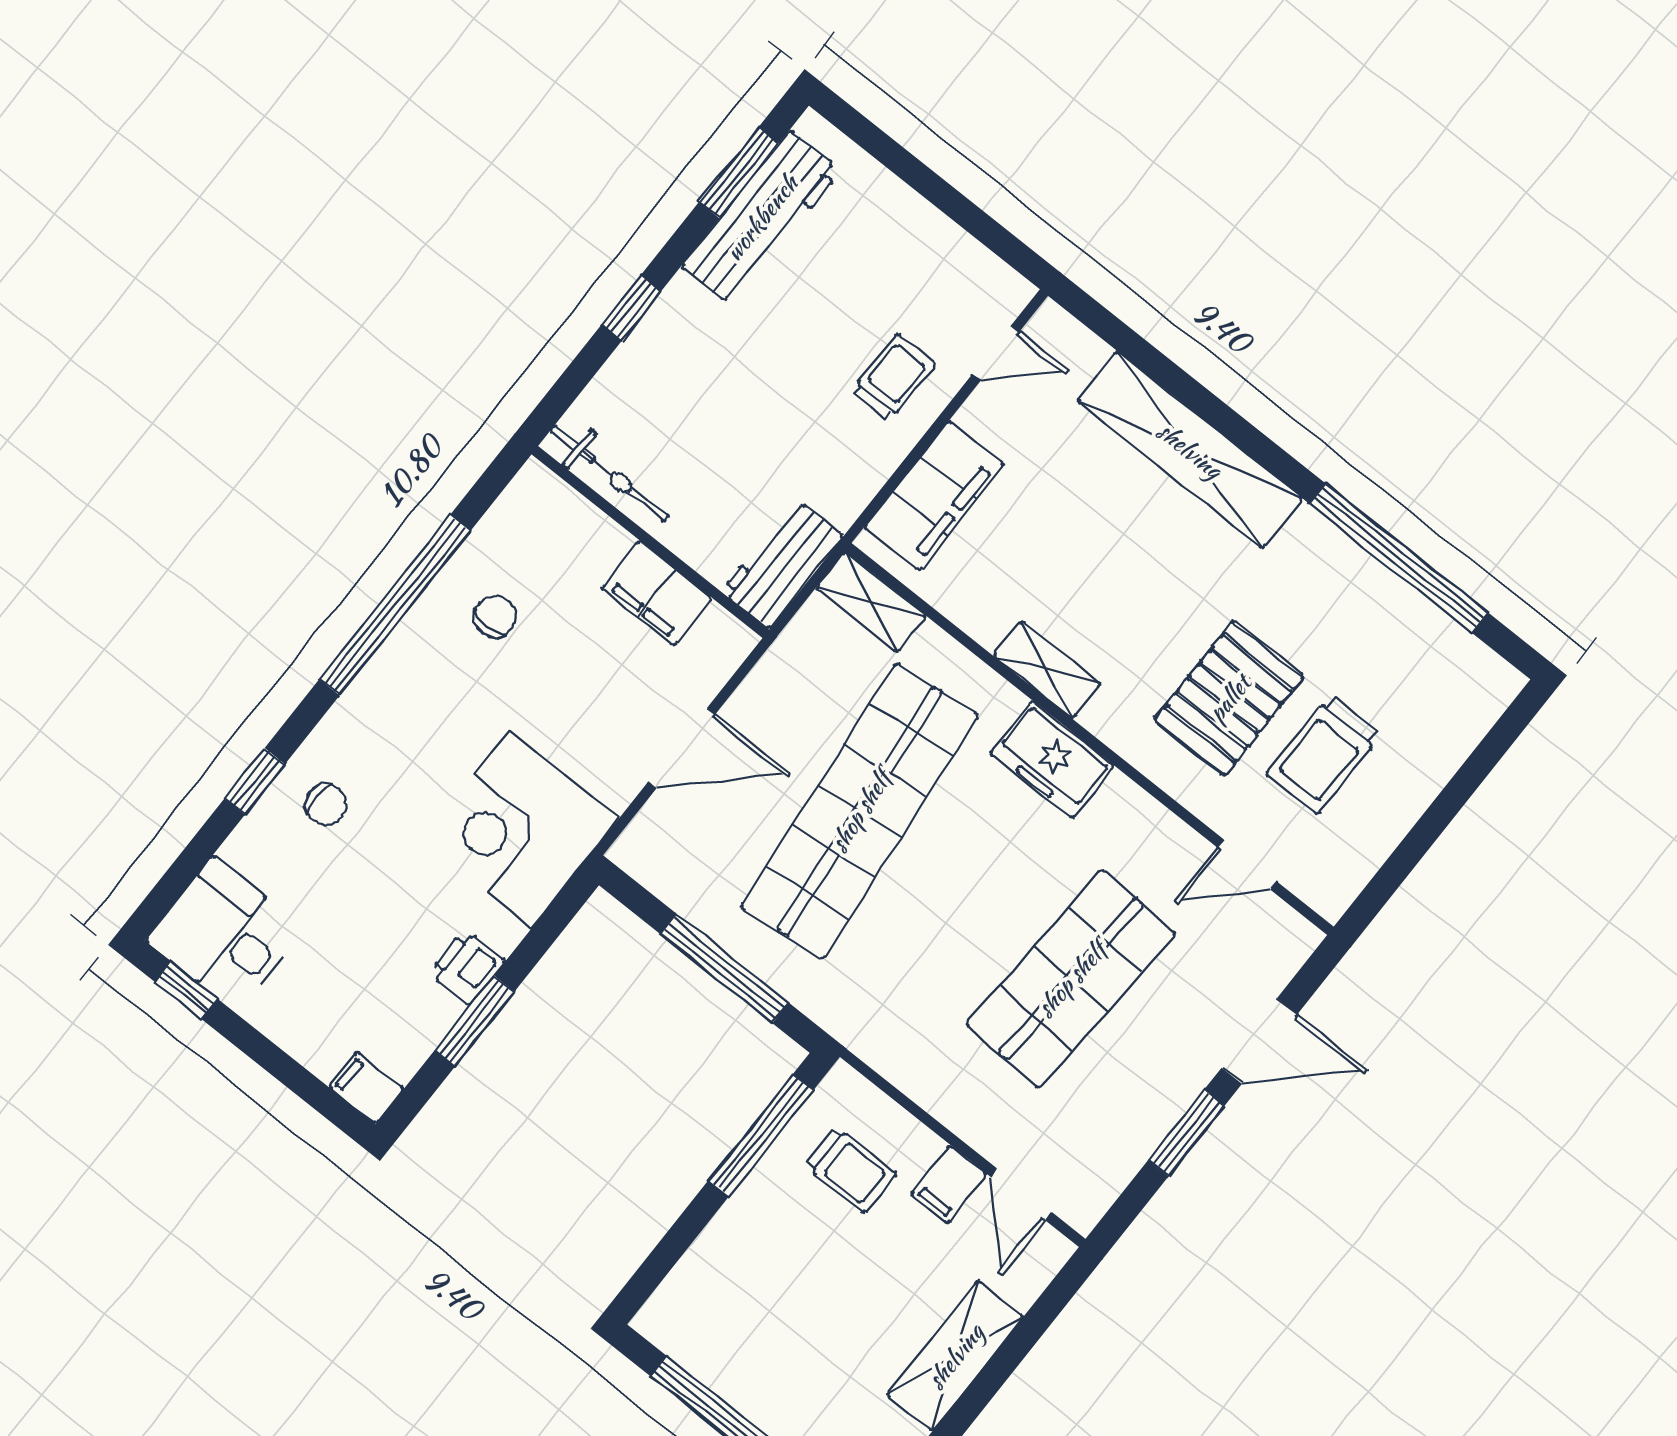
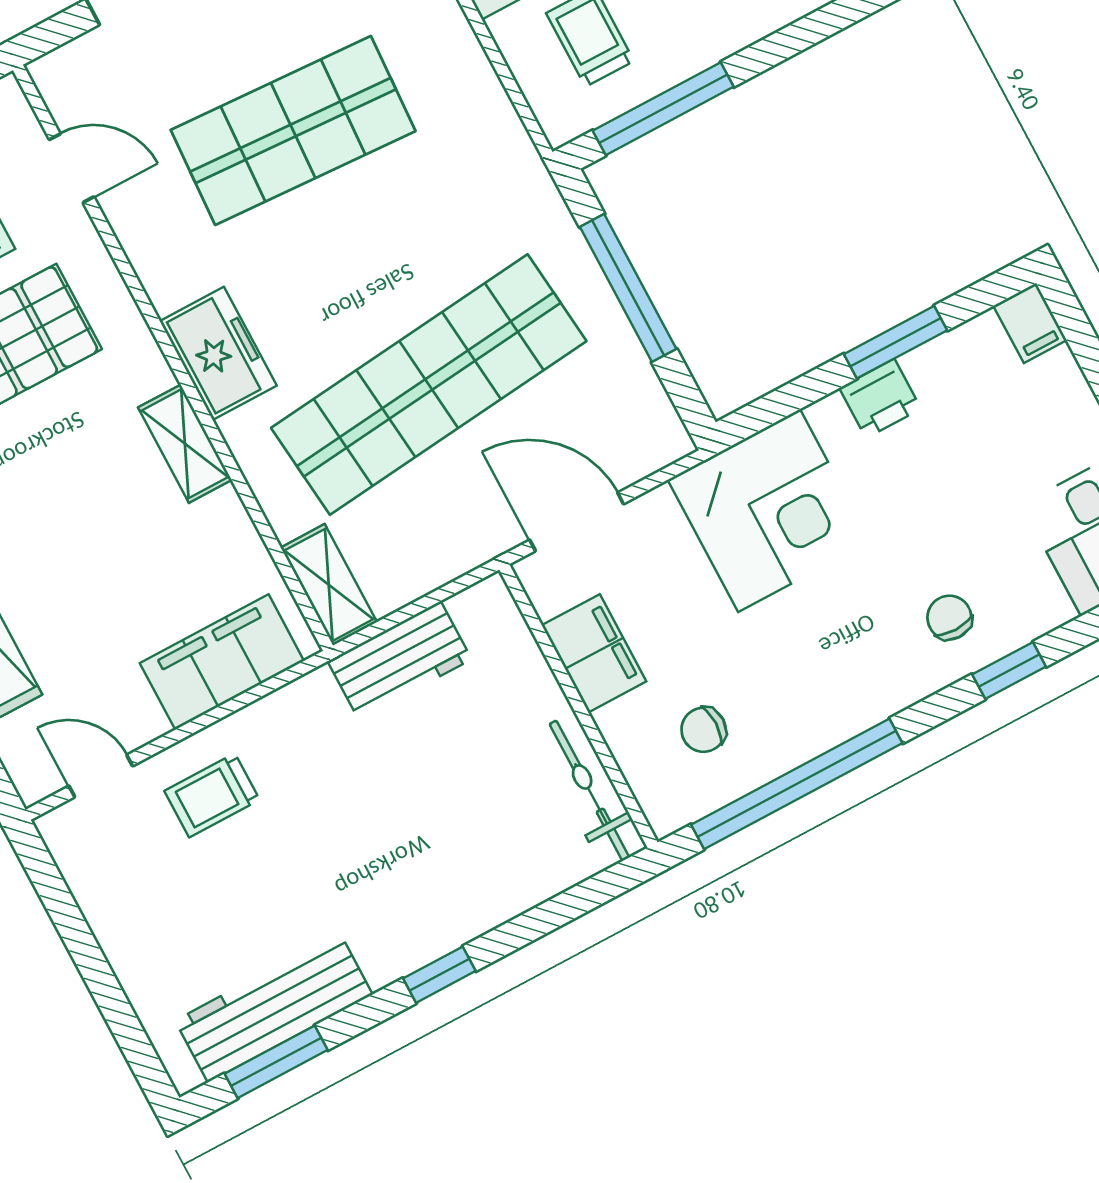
bicycle: (609, 473) -> (589, 791), moved
wall: (650, 542) -> (578, 706), moved
filing cabinet: (657, 593) -> (594, 653), moved

